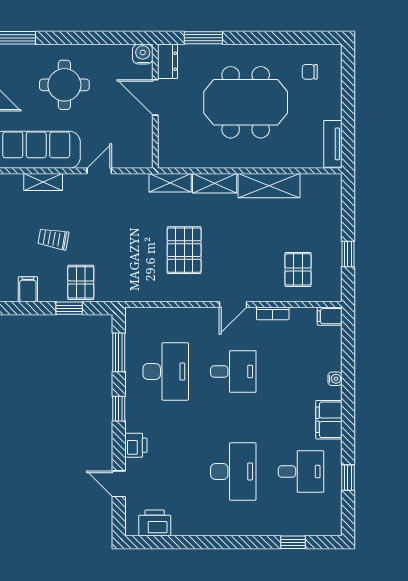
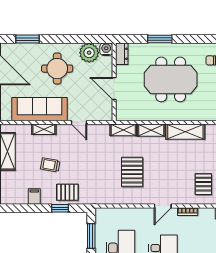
window: (203, 38) -> (160, 39), moved
plant: (115, 60) -> (89, 53), added
door: (155, 97) -> (114, 89), moved
door: (99, 171) -> (79, 122), swing flipped
pallet: (81, 282) -> (67, 192), turned 90

